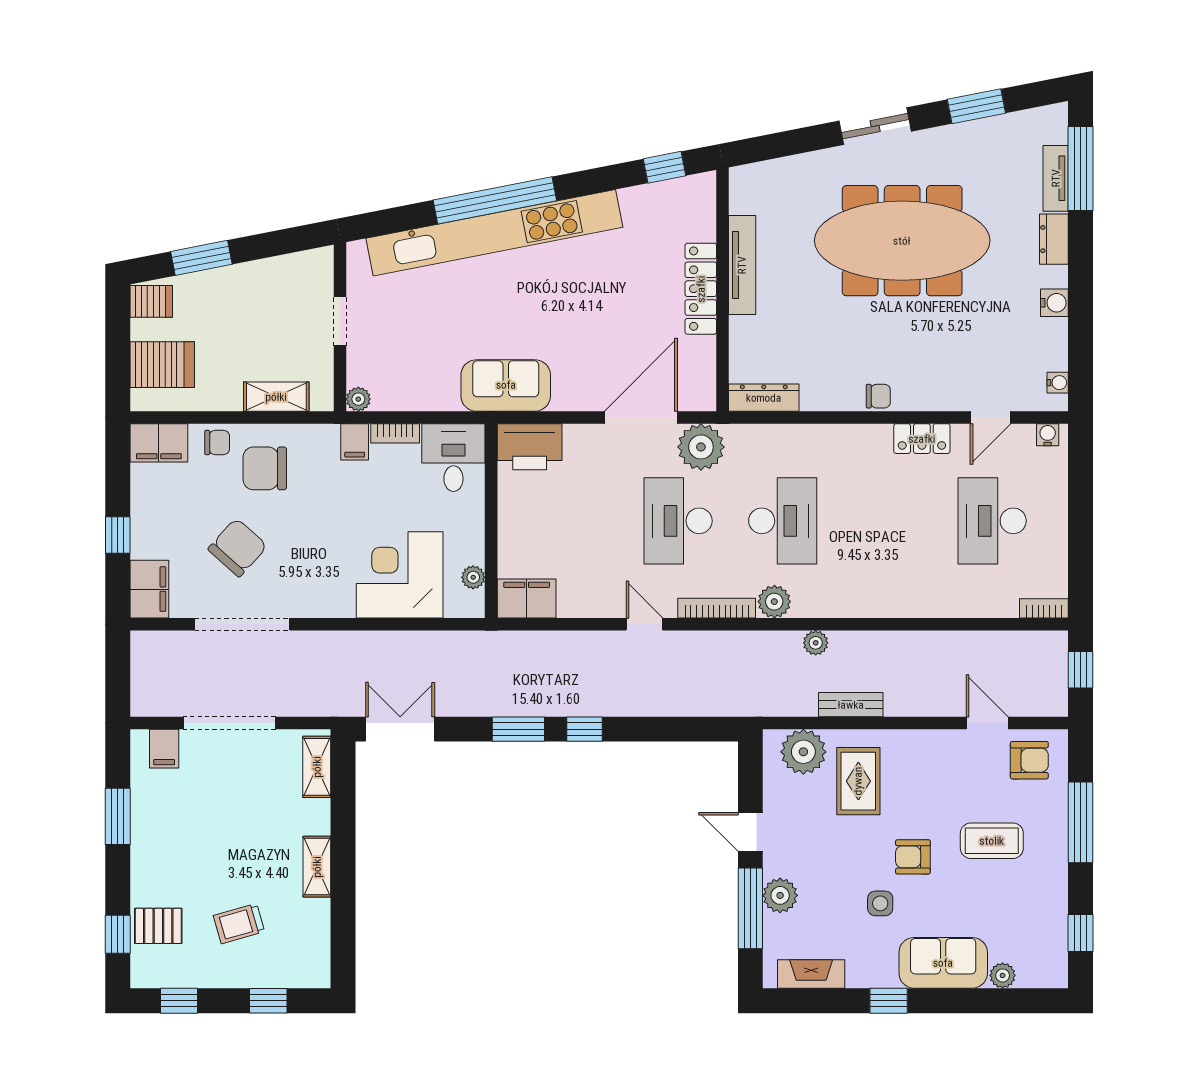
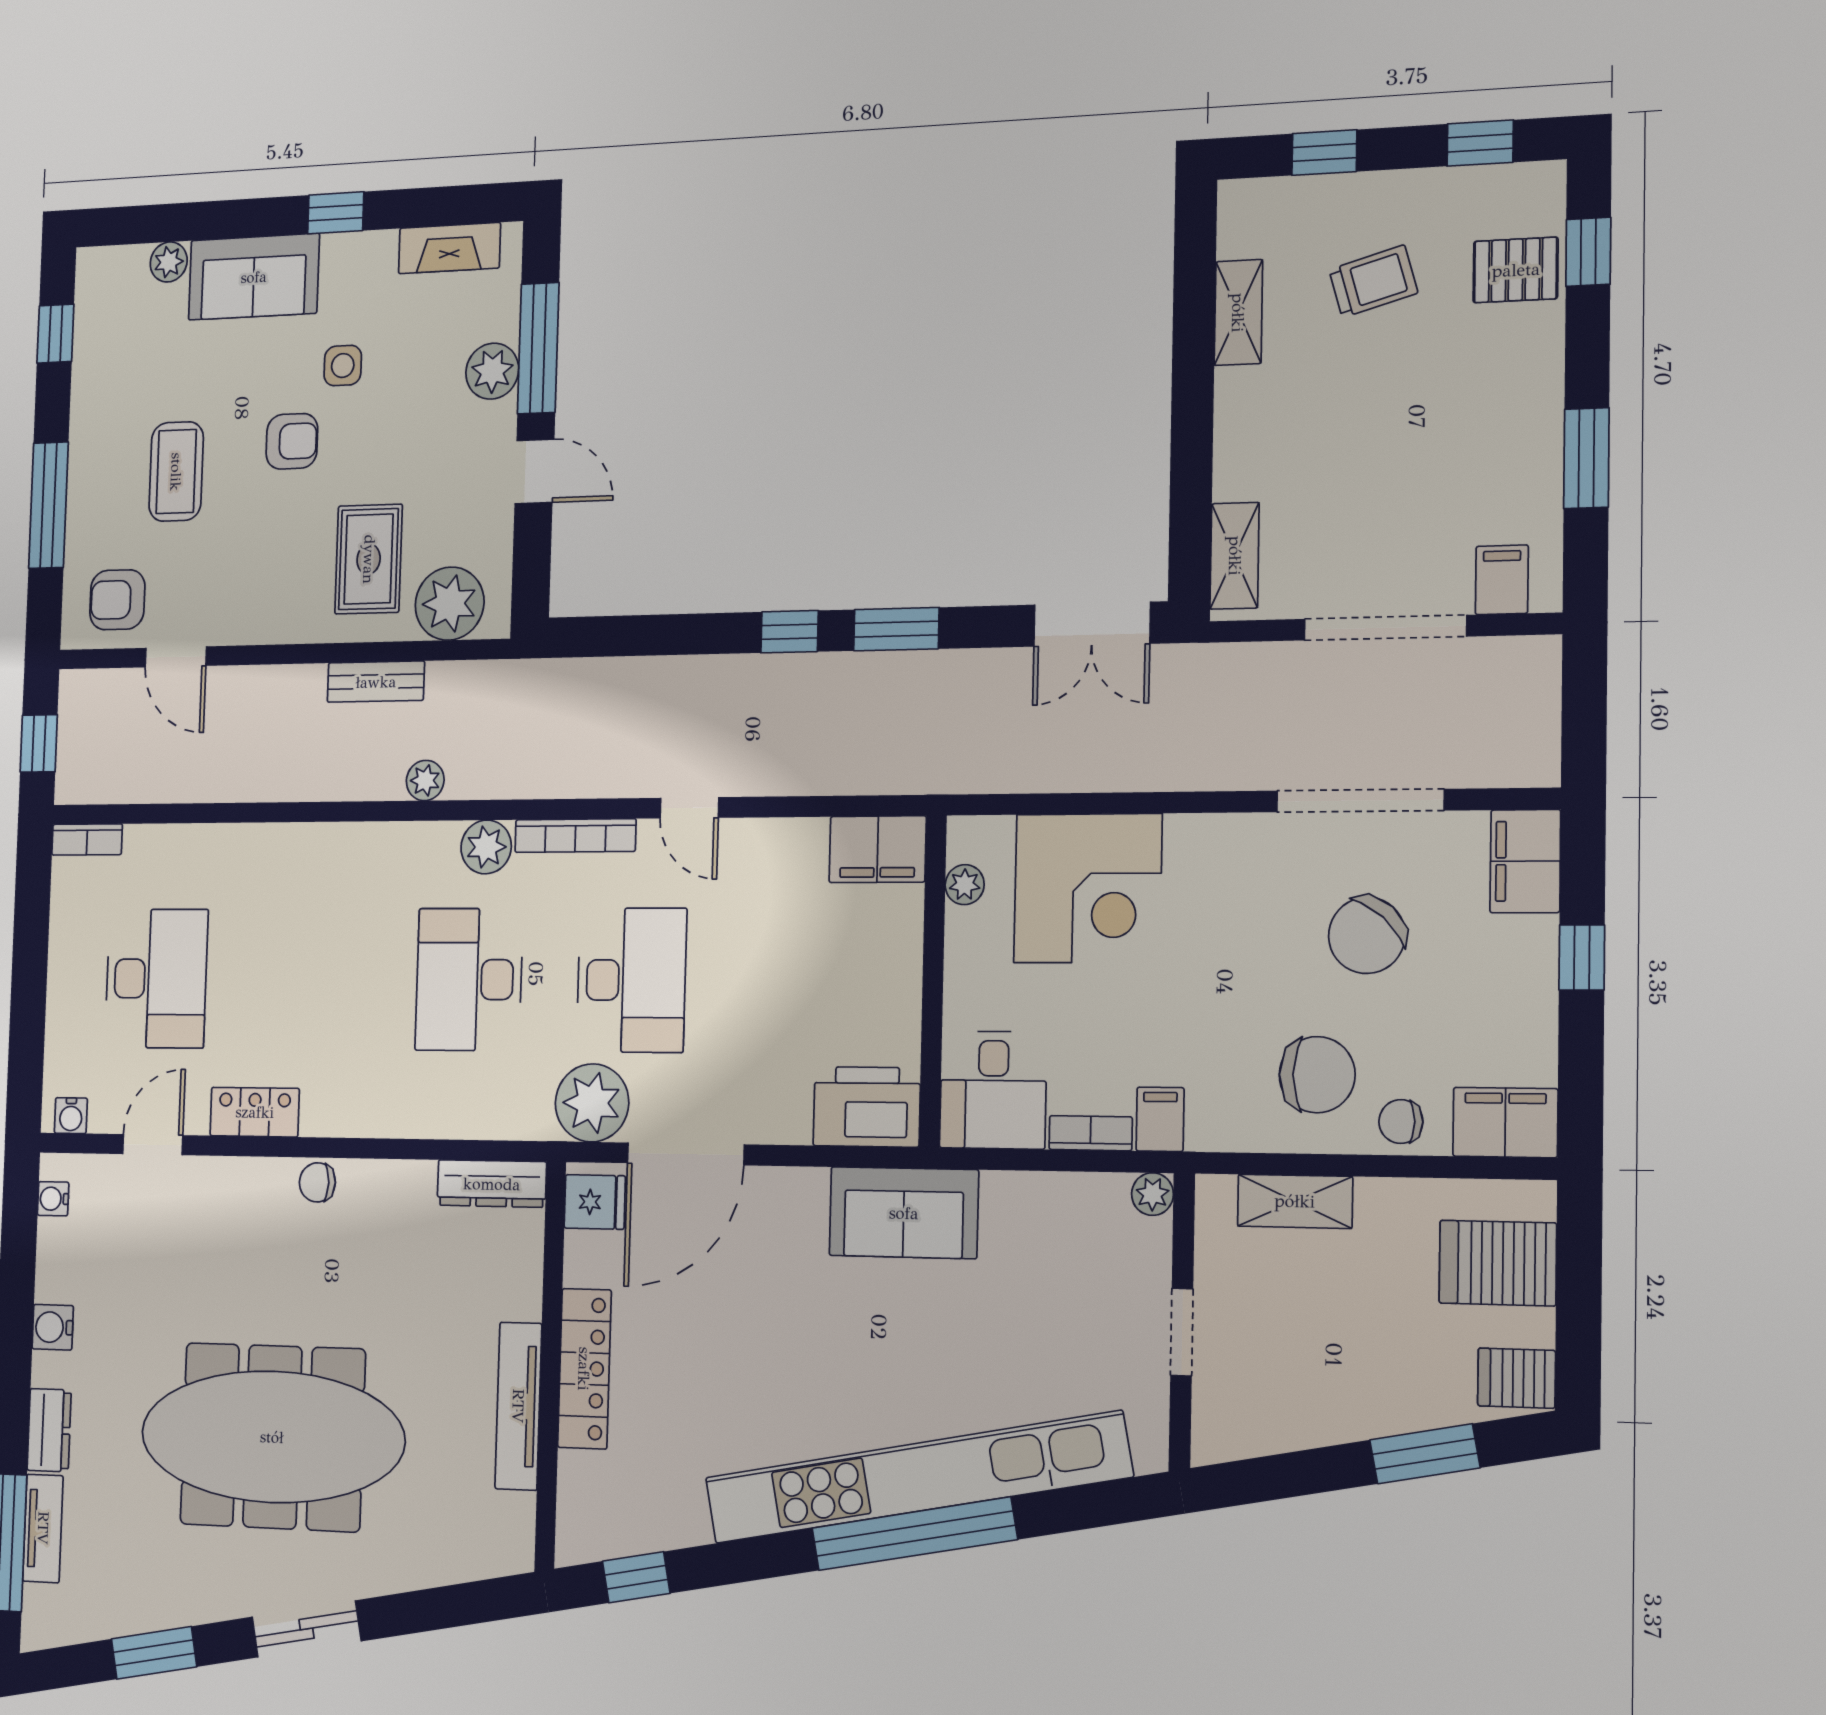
fridge: (697, 388) -> (595, 1202), added
coffee table: (992, 841) -> (176, 472), turned 90
shelving: (317, 867) -> (1238, 313), moved

